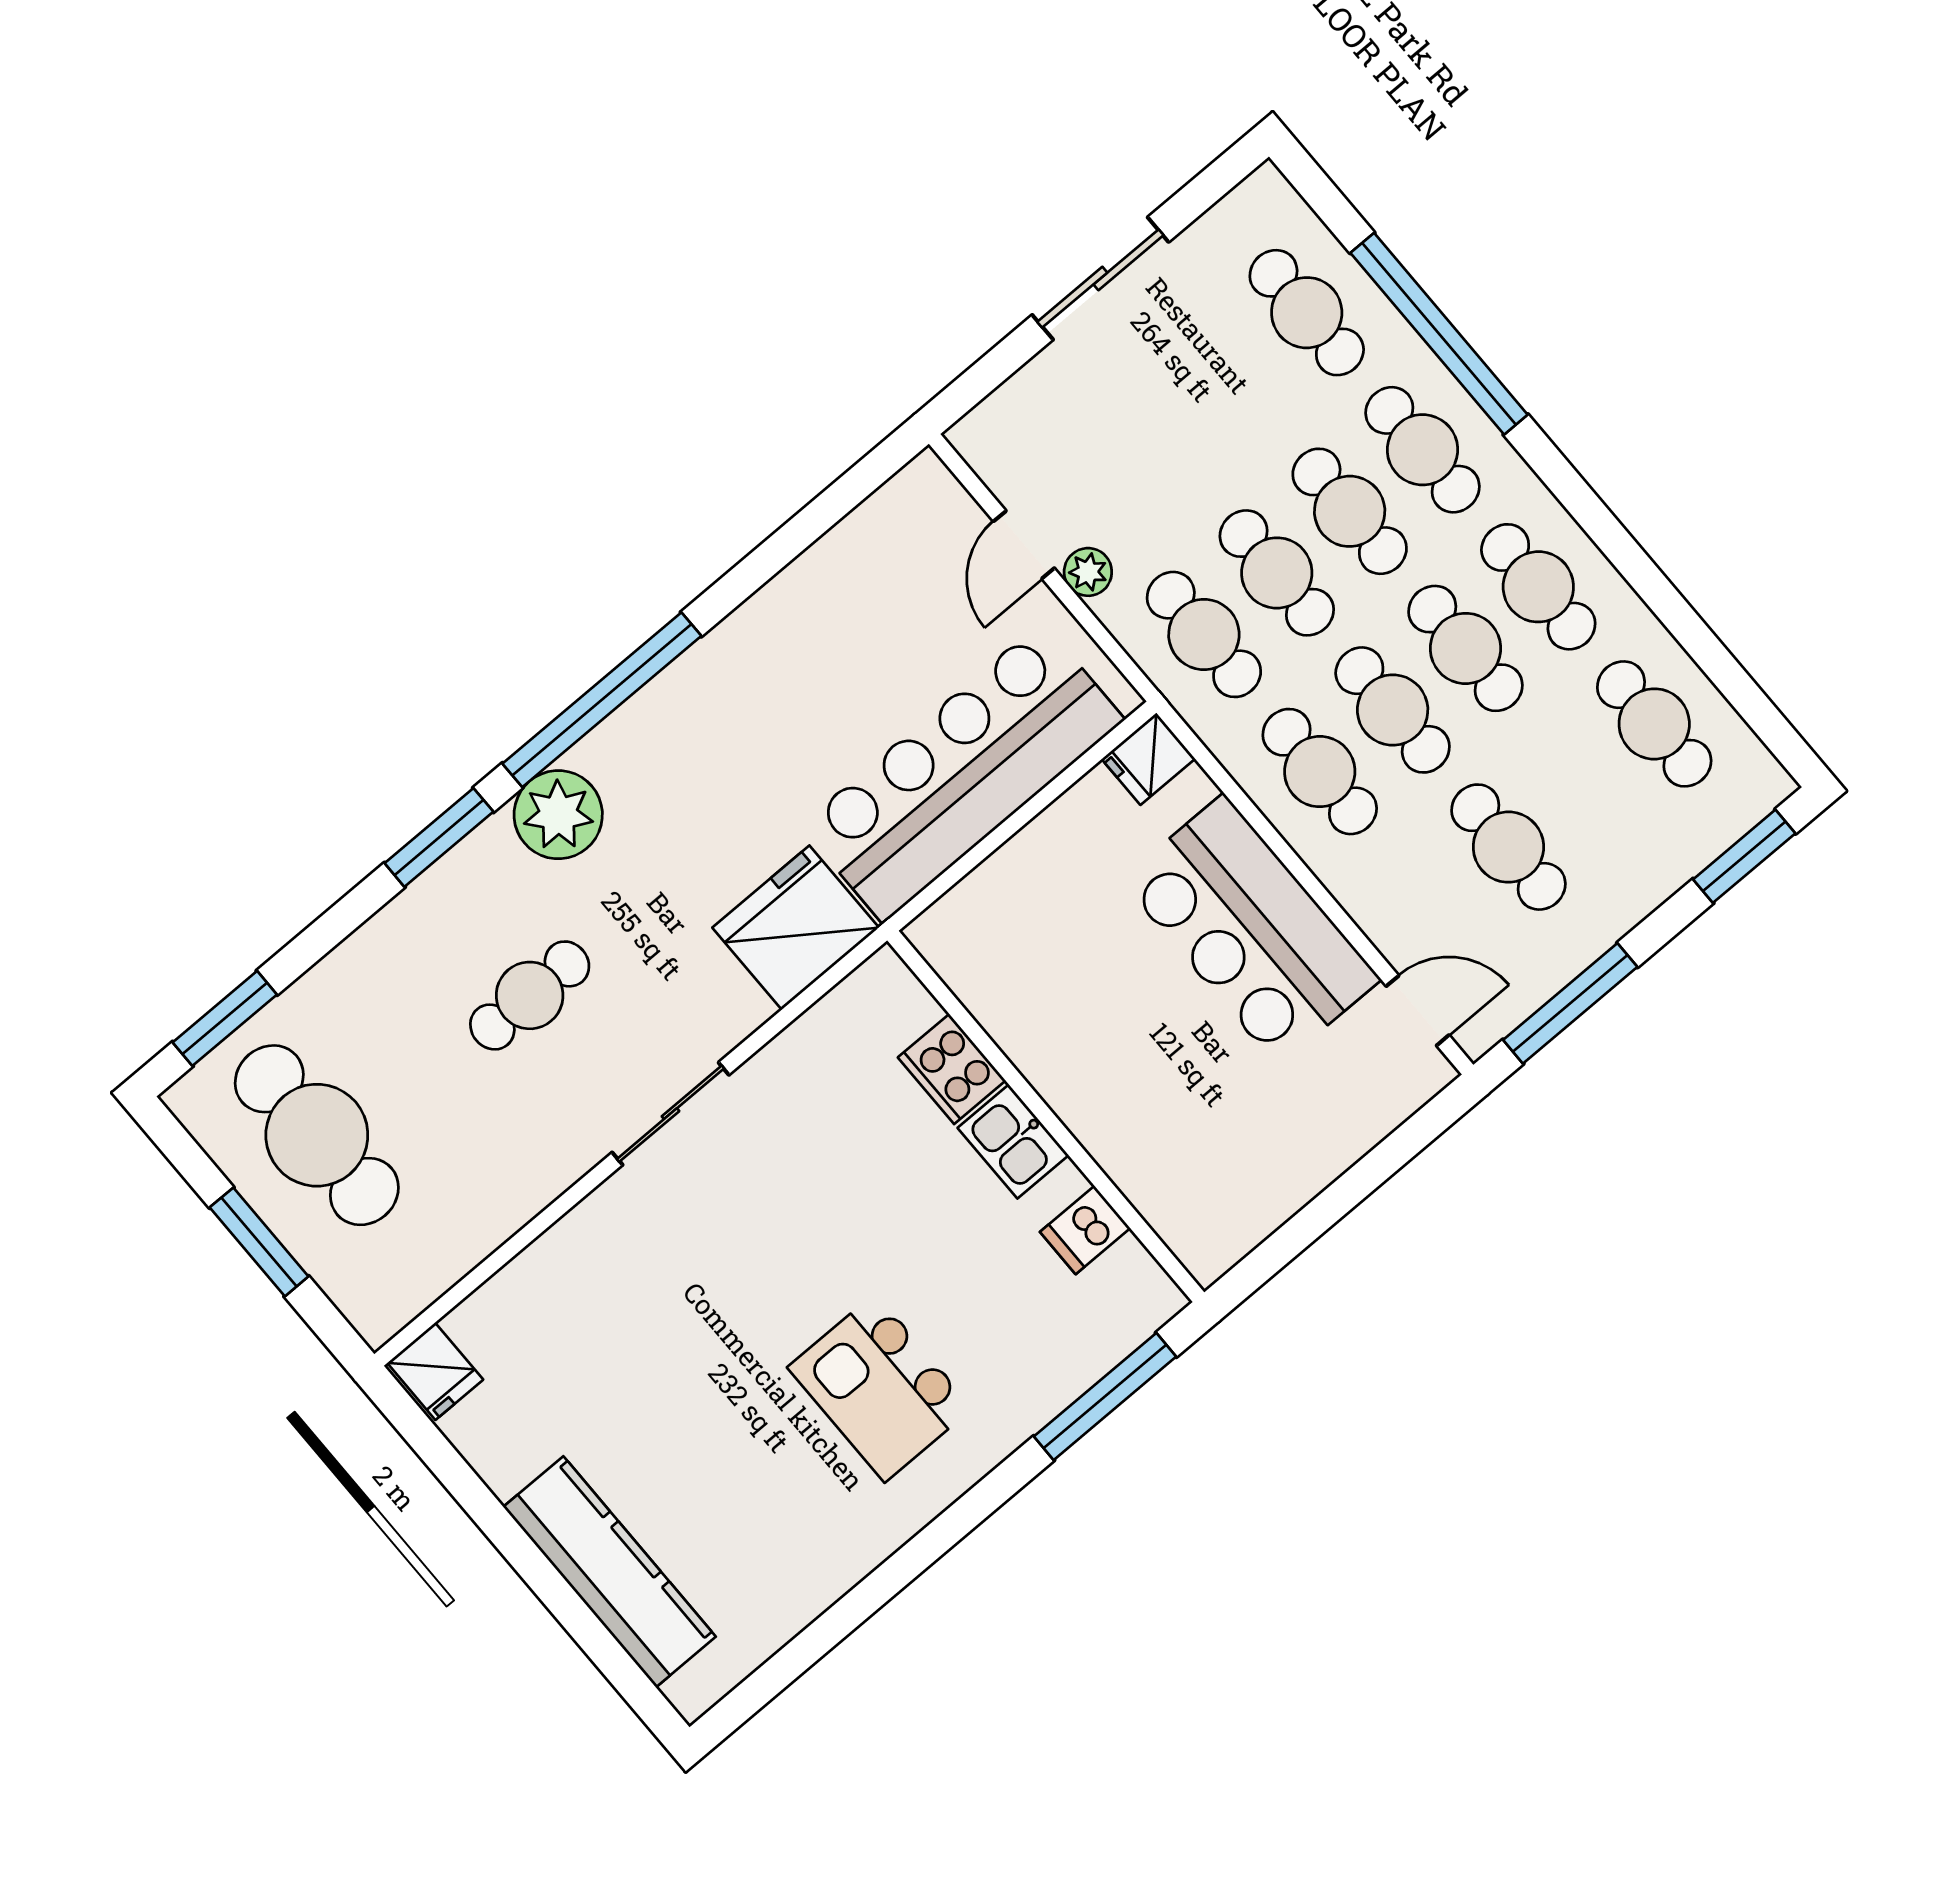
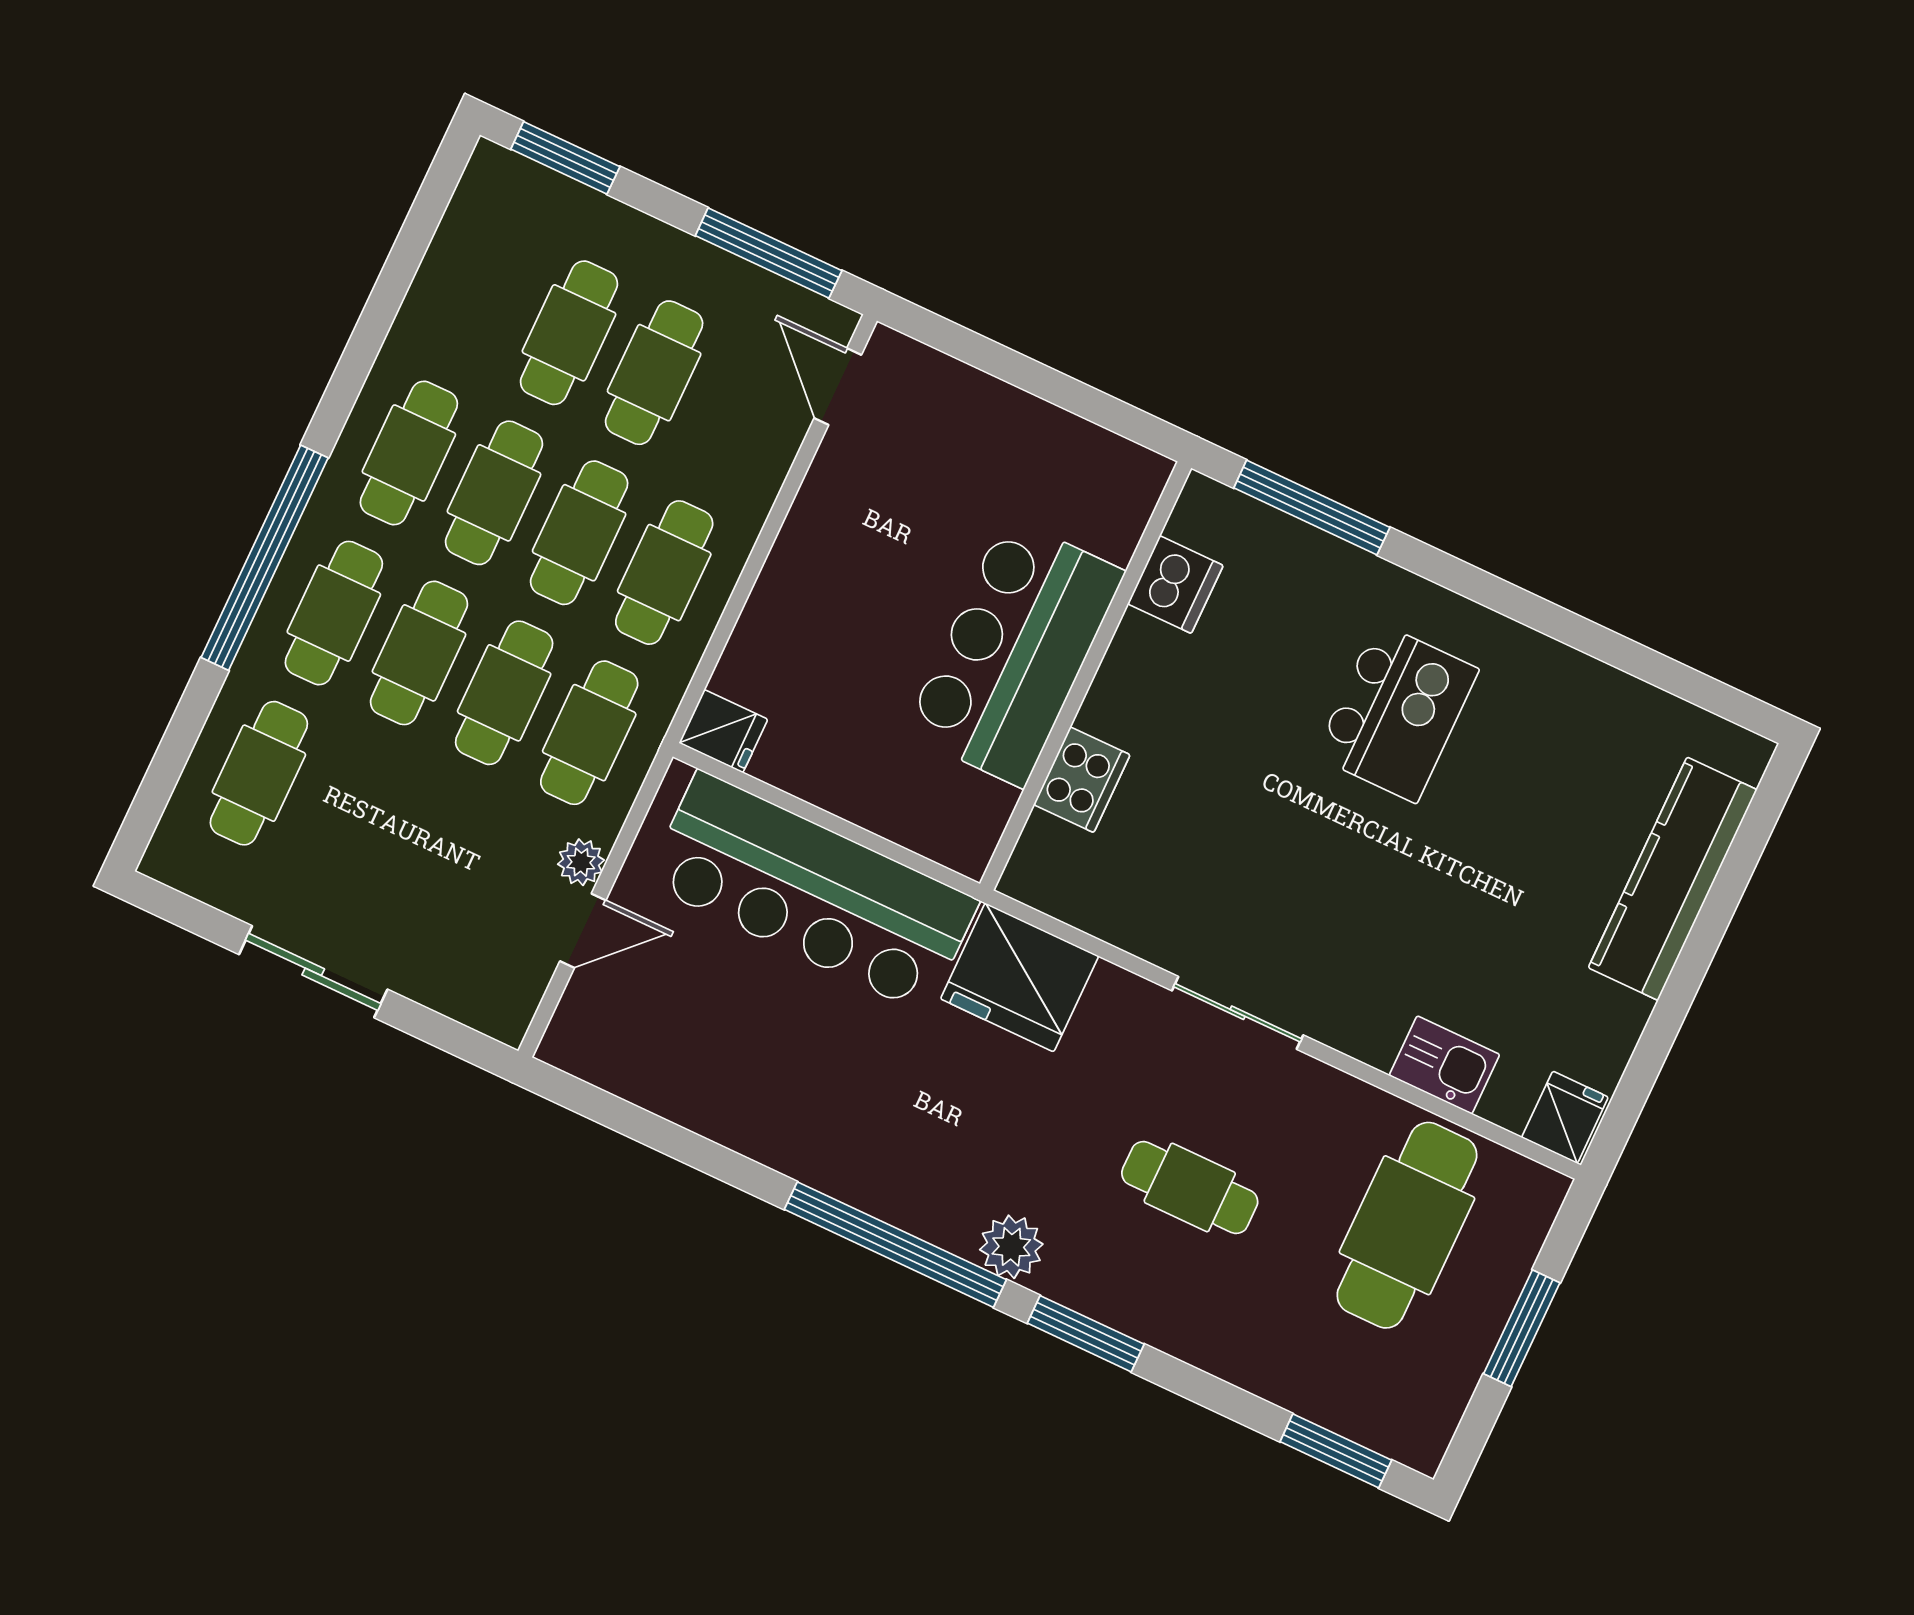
window: (1439, 334) -> (265, 558), moved
cafe table: (1654, 724) -> (569, 333), moved
plant: (558, 815) -> (1011, 1247), width x0.73, depth x0.73
bar counter: (1251, 930) -> (1015, 652), moved, turned 180
cafe table: (317, 1135) -> (1407, 1225), moved
kitchen sink: (1013, 1141) -> (1444, 1065), moved, turned -90
dishwasher: (1085, 1230) -> (1175, 585), width x1.38

